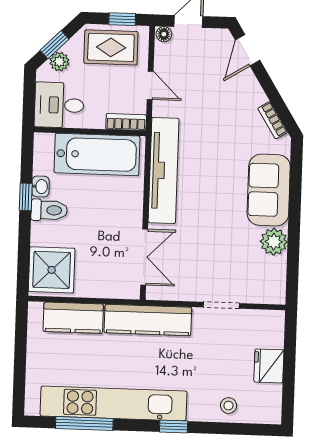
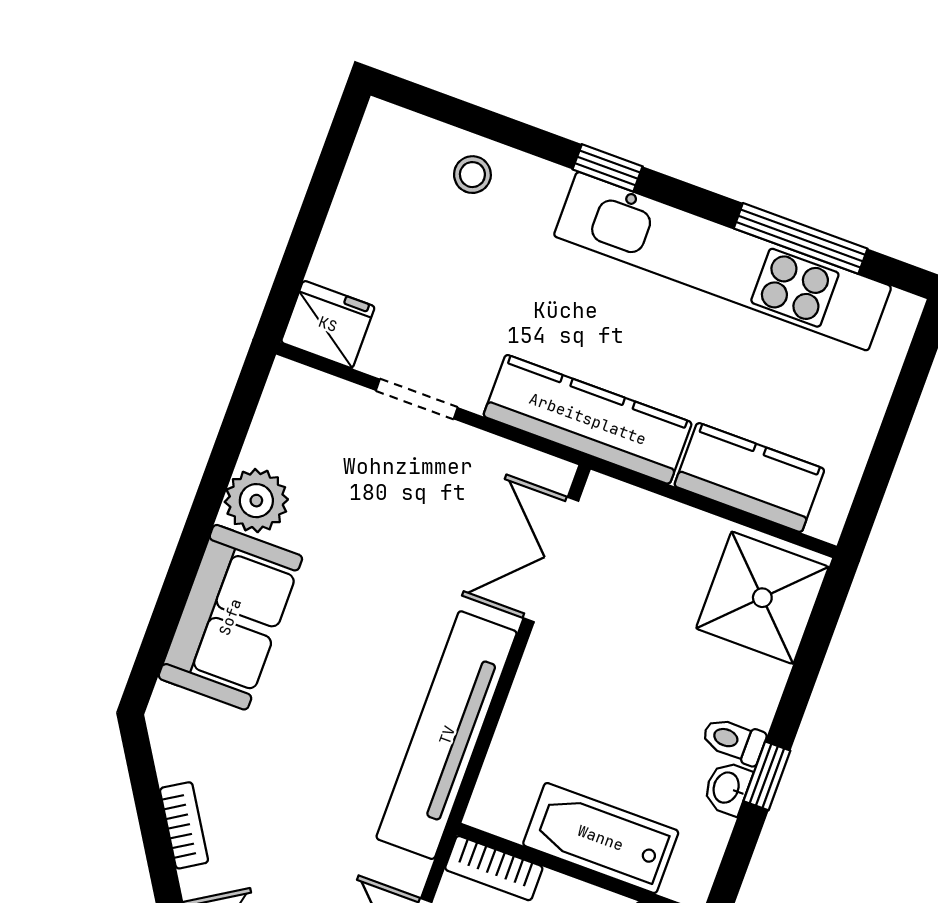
bookcase: (273, 120) -> (184, 825), moved
bathtub: (97, 154) -> (601, 838), width x0.73, depth x0.73
toilet: (49, 210) -> (734, 740), width x0.73, depth x0.72
fridge: (269, 366) -> (328, 324), moved, turned -90

